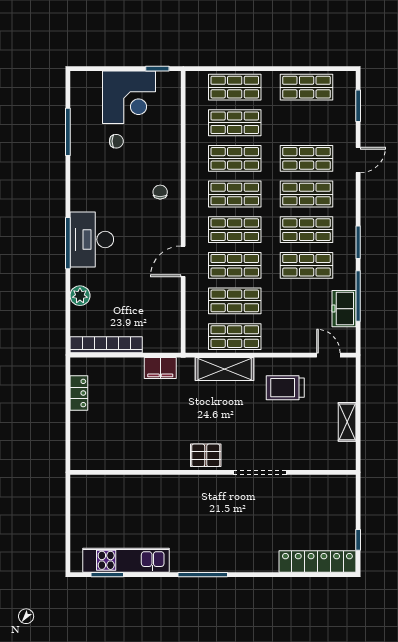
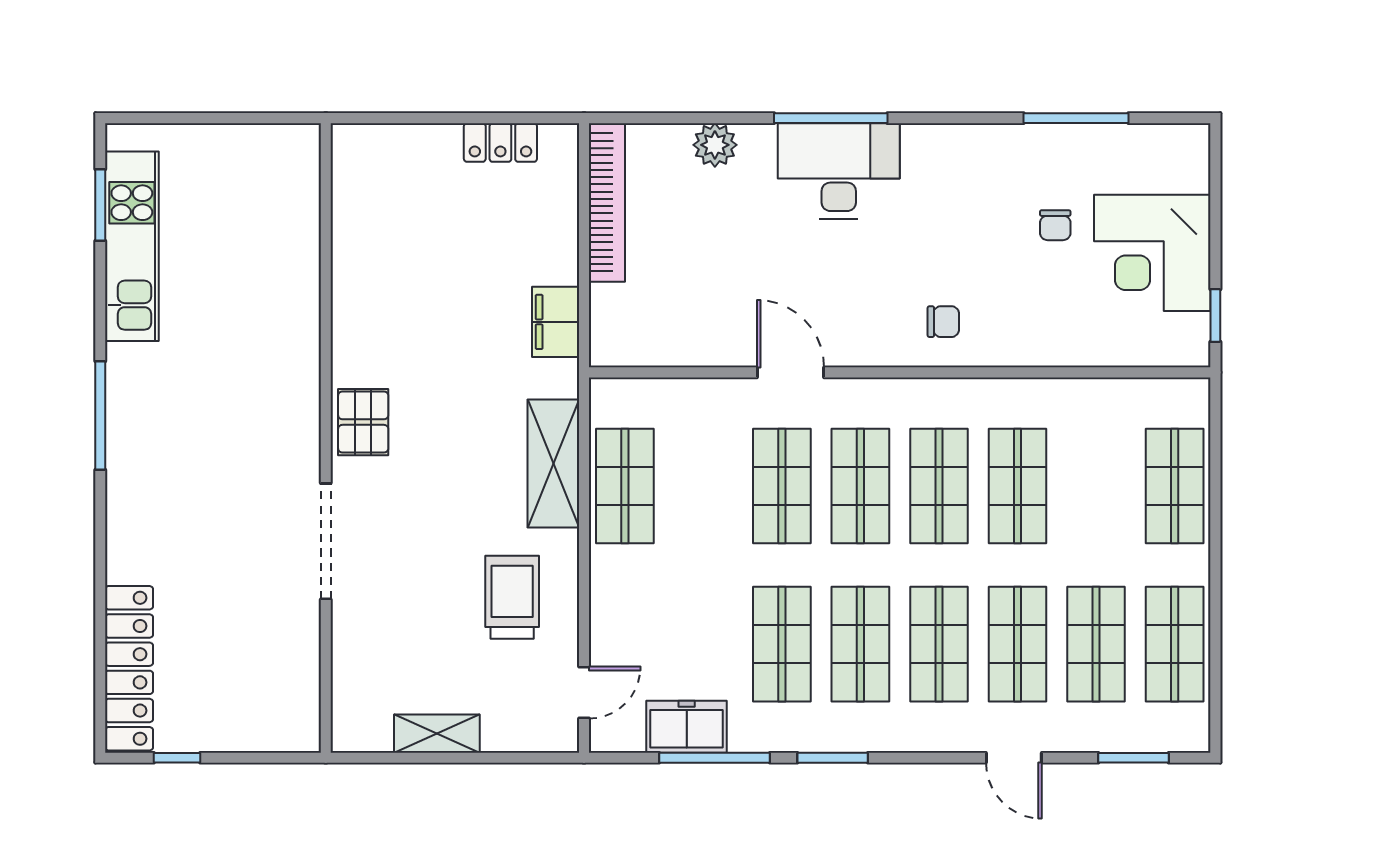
shop shelf: (235, 123) -> (1096, 644), moved
shop shelf: (235, 301) -> (703, 486), removed

